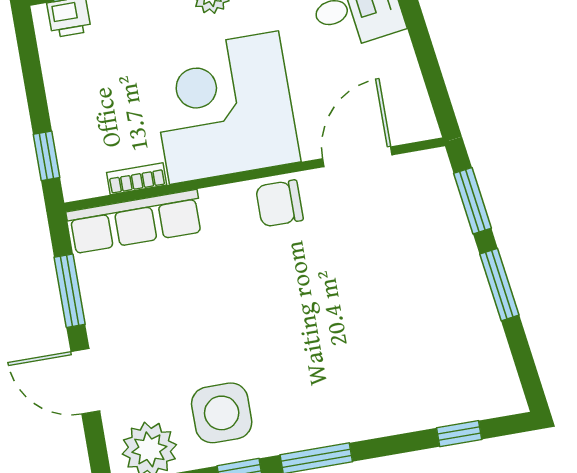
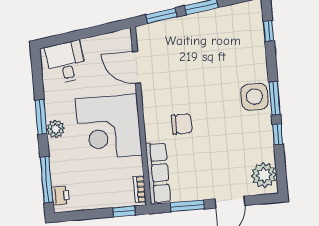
bookcase: (137, 179) -> (140, 189), moved
chair: (279, 203) -> (182, 124), moved, turned -90
side table: (222, 413) -> (254, 97), moved

